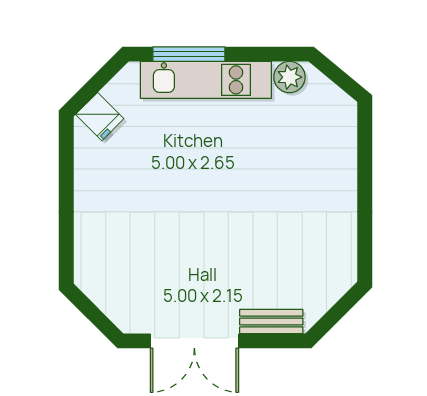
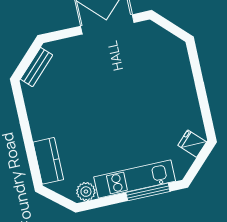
kitchen counter: (339, 140) -> (48, 161), added
bench: (271, 322) -> (36, 67), moved, turned -45

